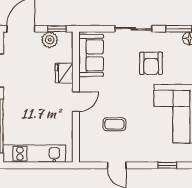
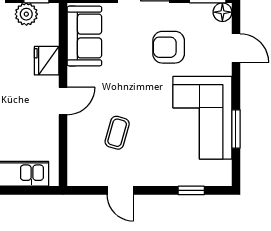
armchair: (151, 63) -> (169, 47), turned 90
coffee table: (114, 124) -> (117, 133), turned -74

